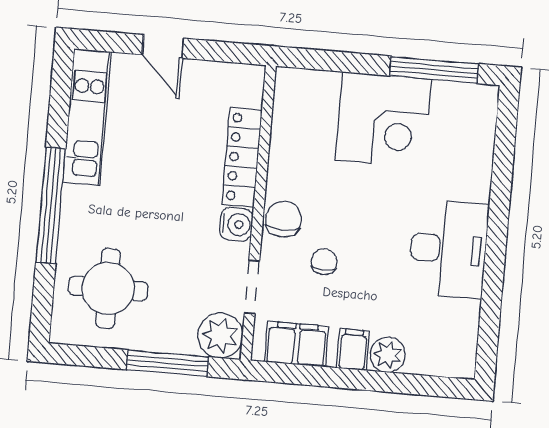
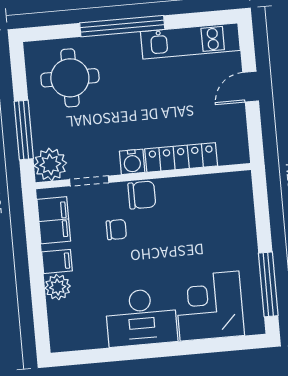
corner desk: (383, 120) -> (210, 306), moved, turned 90

